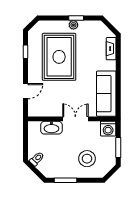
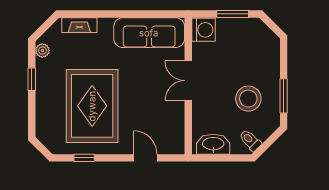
plant: (73, 25) -> (42, 51), moved
rug: (59, 57) -> (92, 106), turned 90
washbasin: (51, 128) -> (213, 144), moved, turned -90
stool: (87, 159) -> (248, 99), moved

